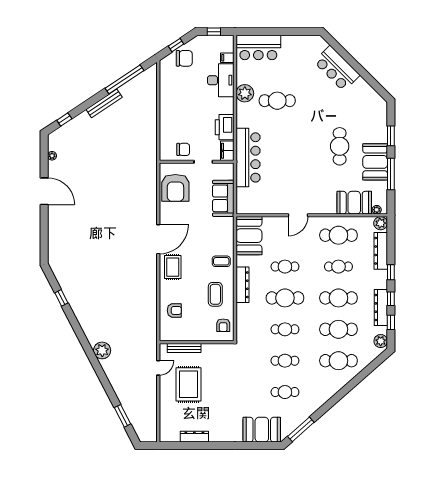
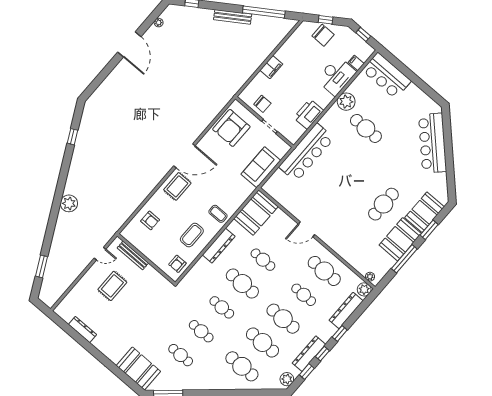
bar counter: (337, 68) -> (432, 143), width x1.36
filing cabinet: (227, 151) -> (271, 67), moved, turned 180
booth: (354, 203) -> (425, 212), moved, turned 90
rug: (189, 384) -> (112, 286), width x0.73, depth x0.70

